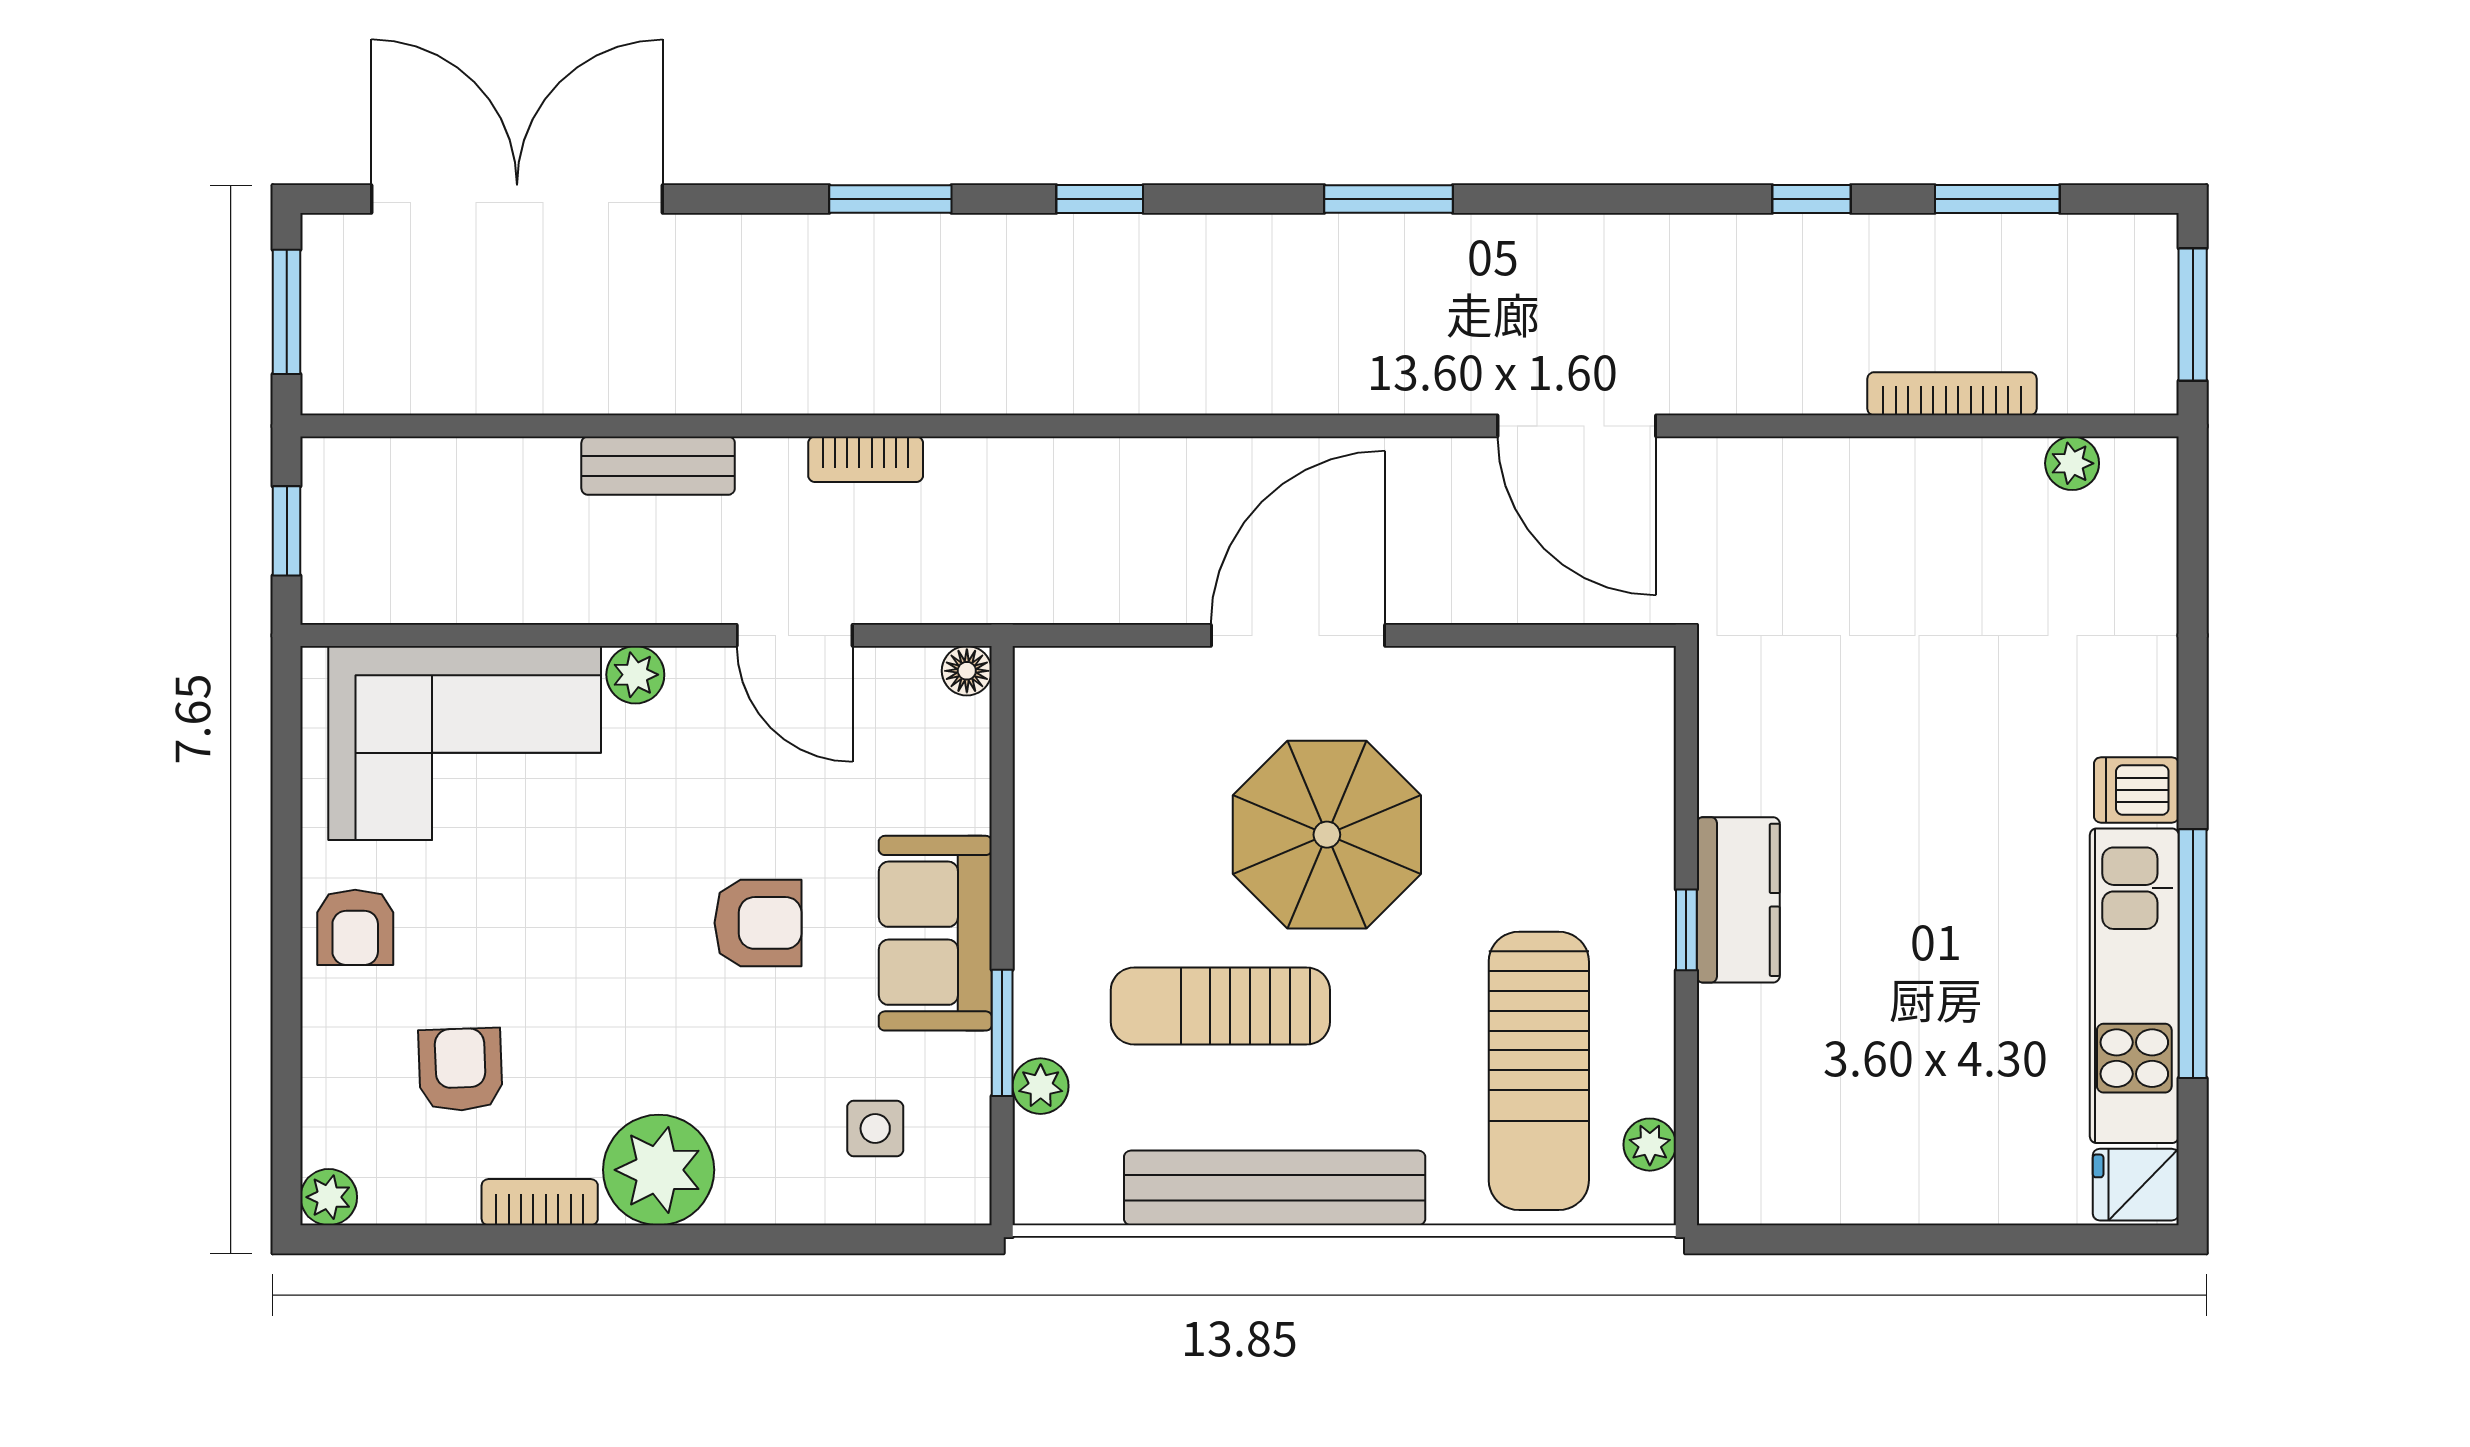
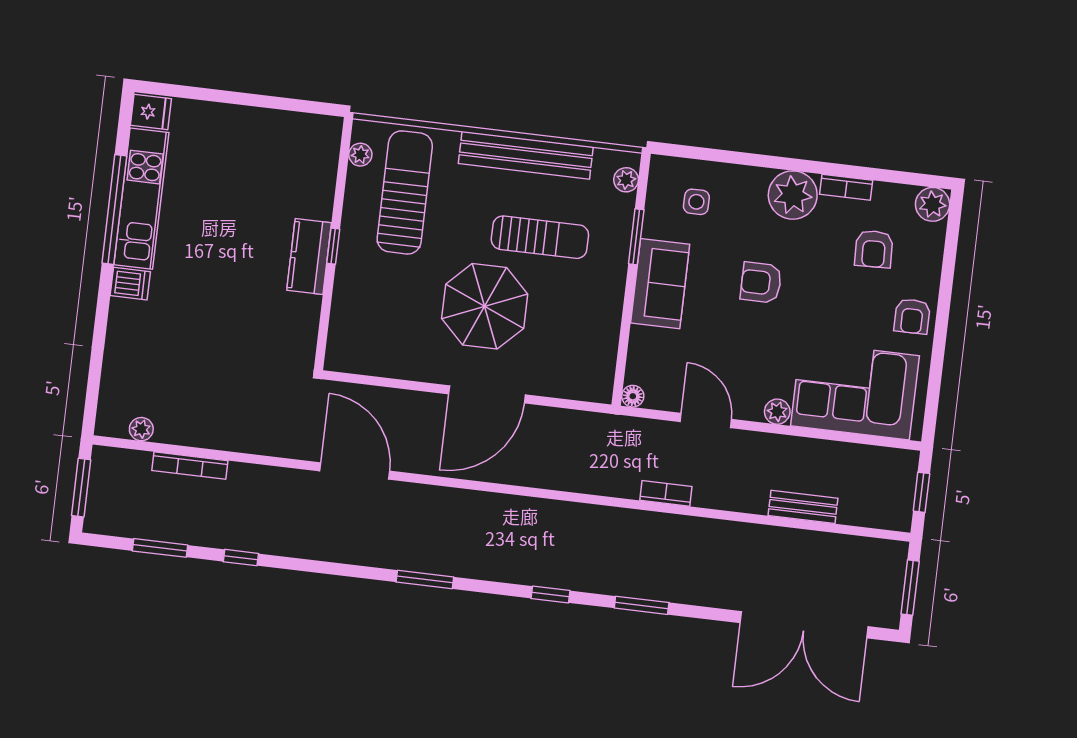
bench: (658, 466) -> (803, 507), moved
armchair: (758, 923) -> (761, 283), moved
armchair: (355, 927) -> (912, 316), turned 180
plant: (1041, 1086) -> (626, 180), moved
plant: (329, 1197) -> (933, 204), width x1.38, depth x1.38

